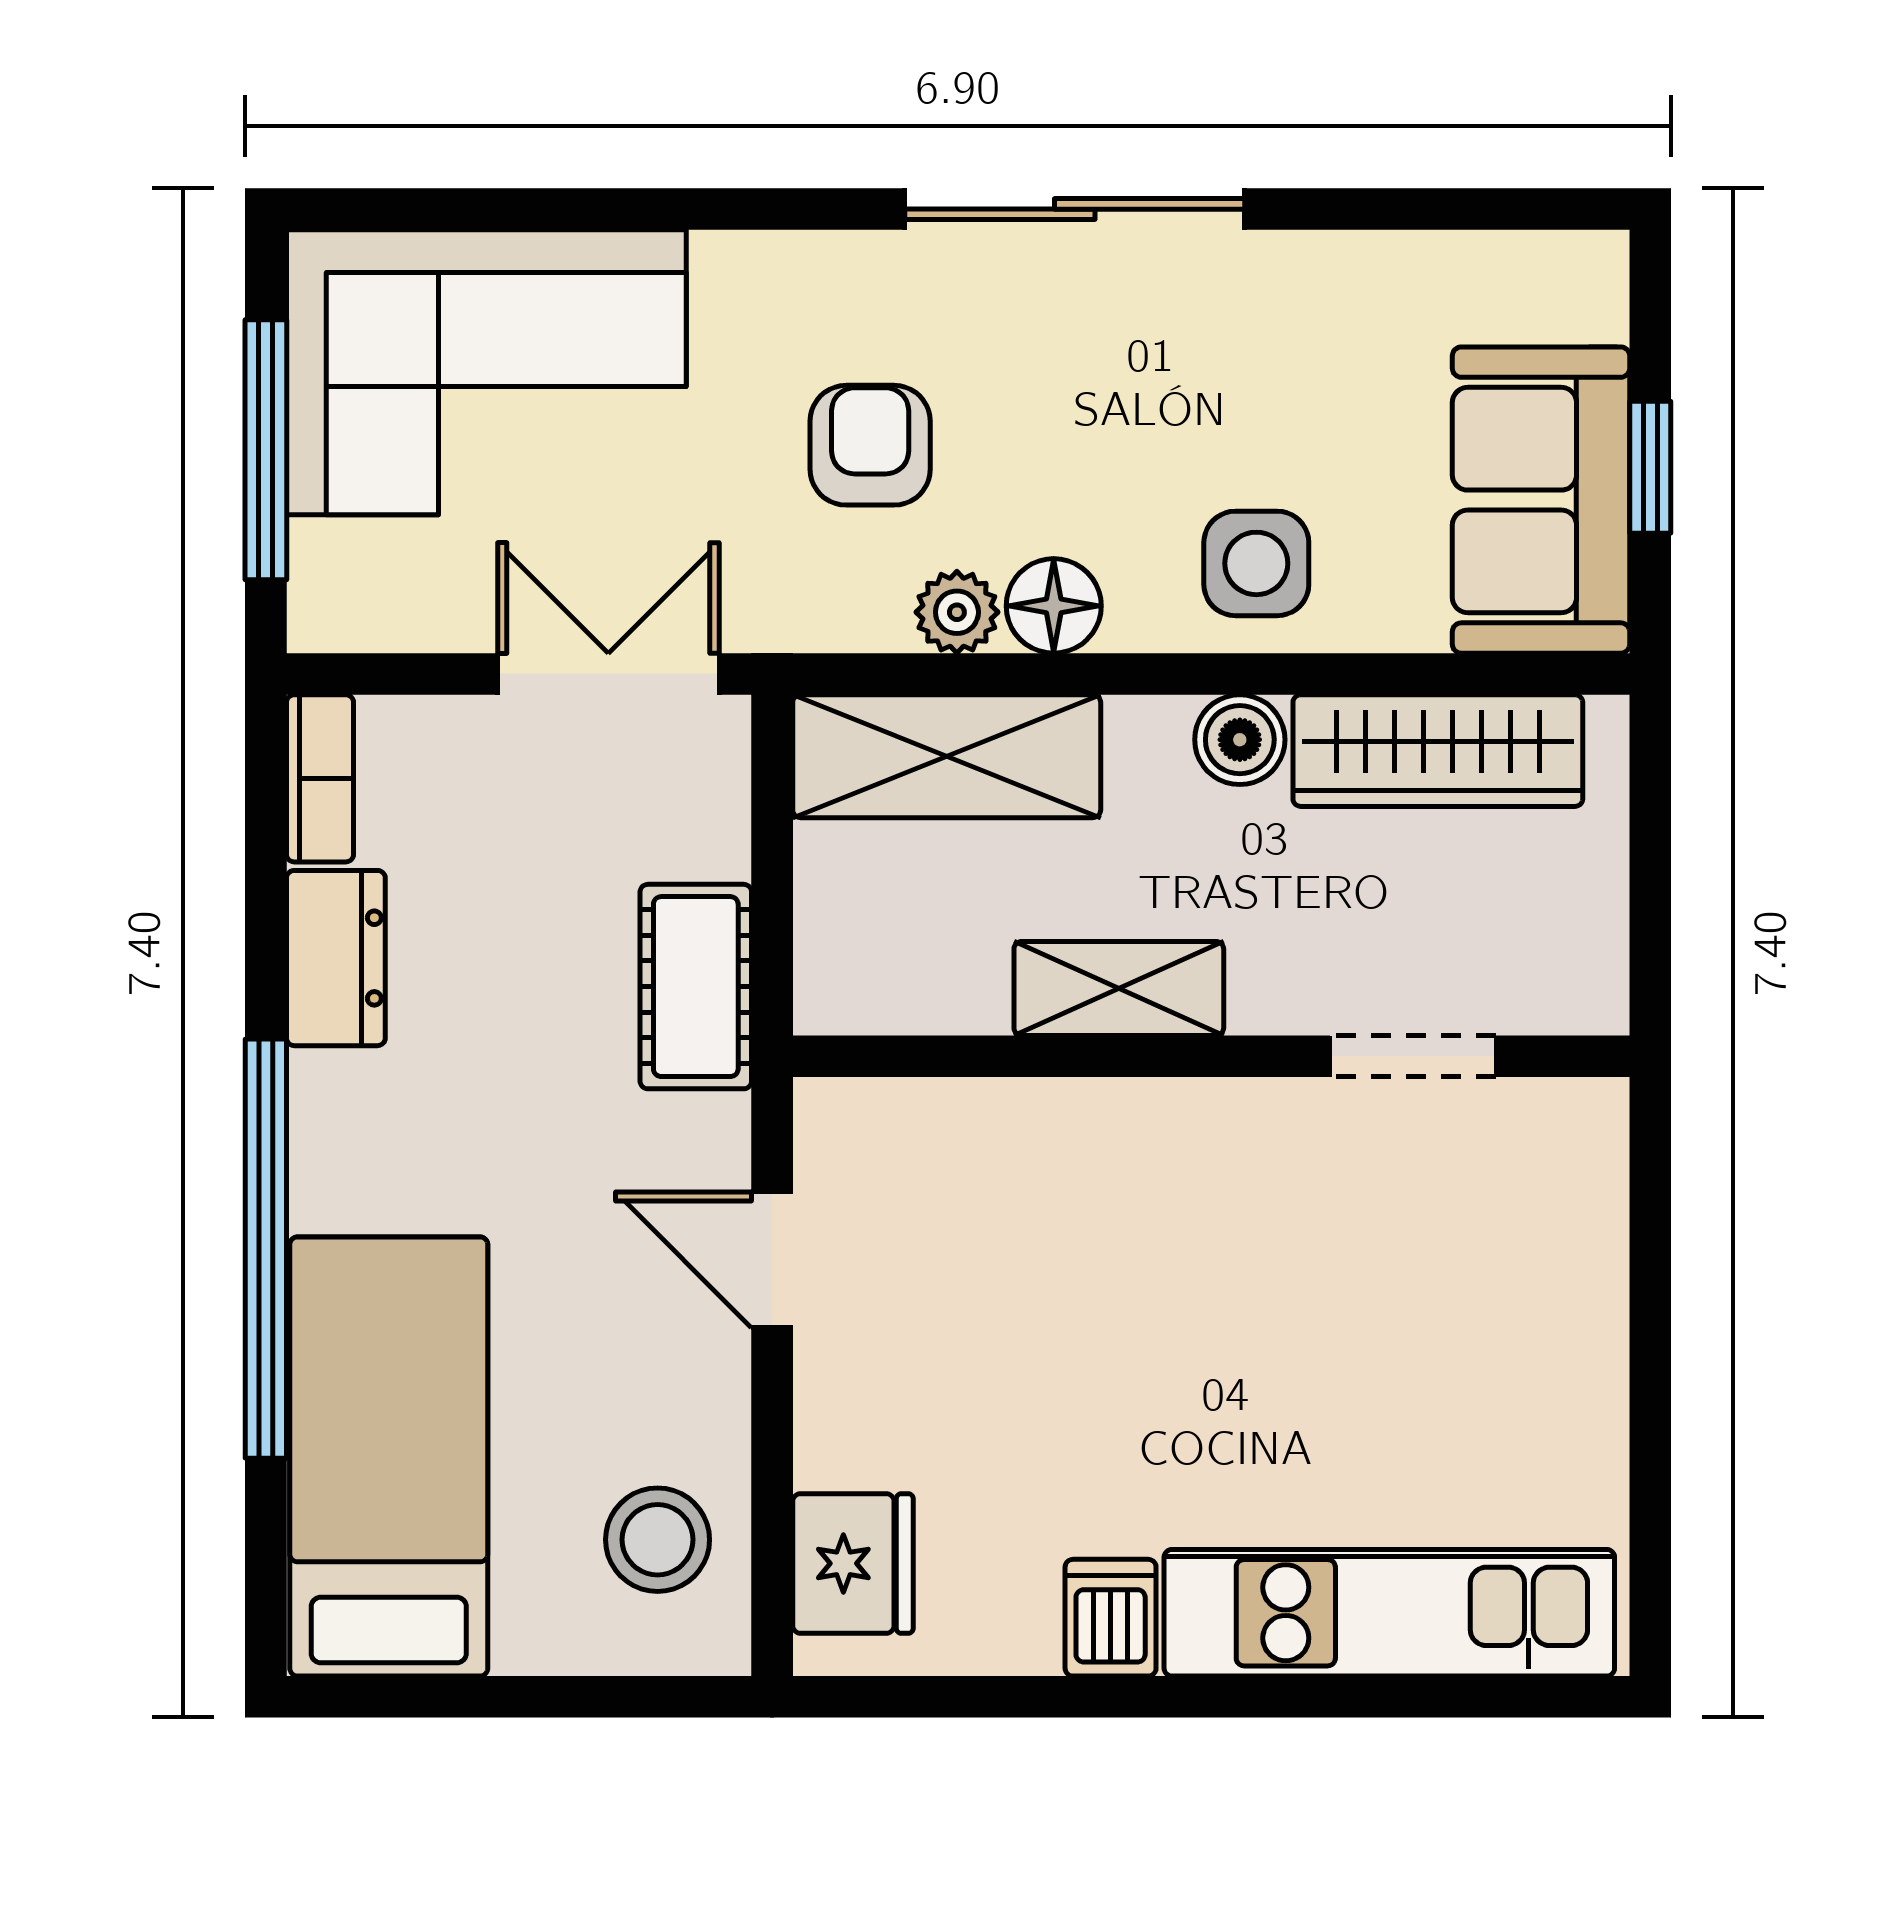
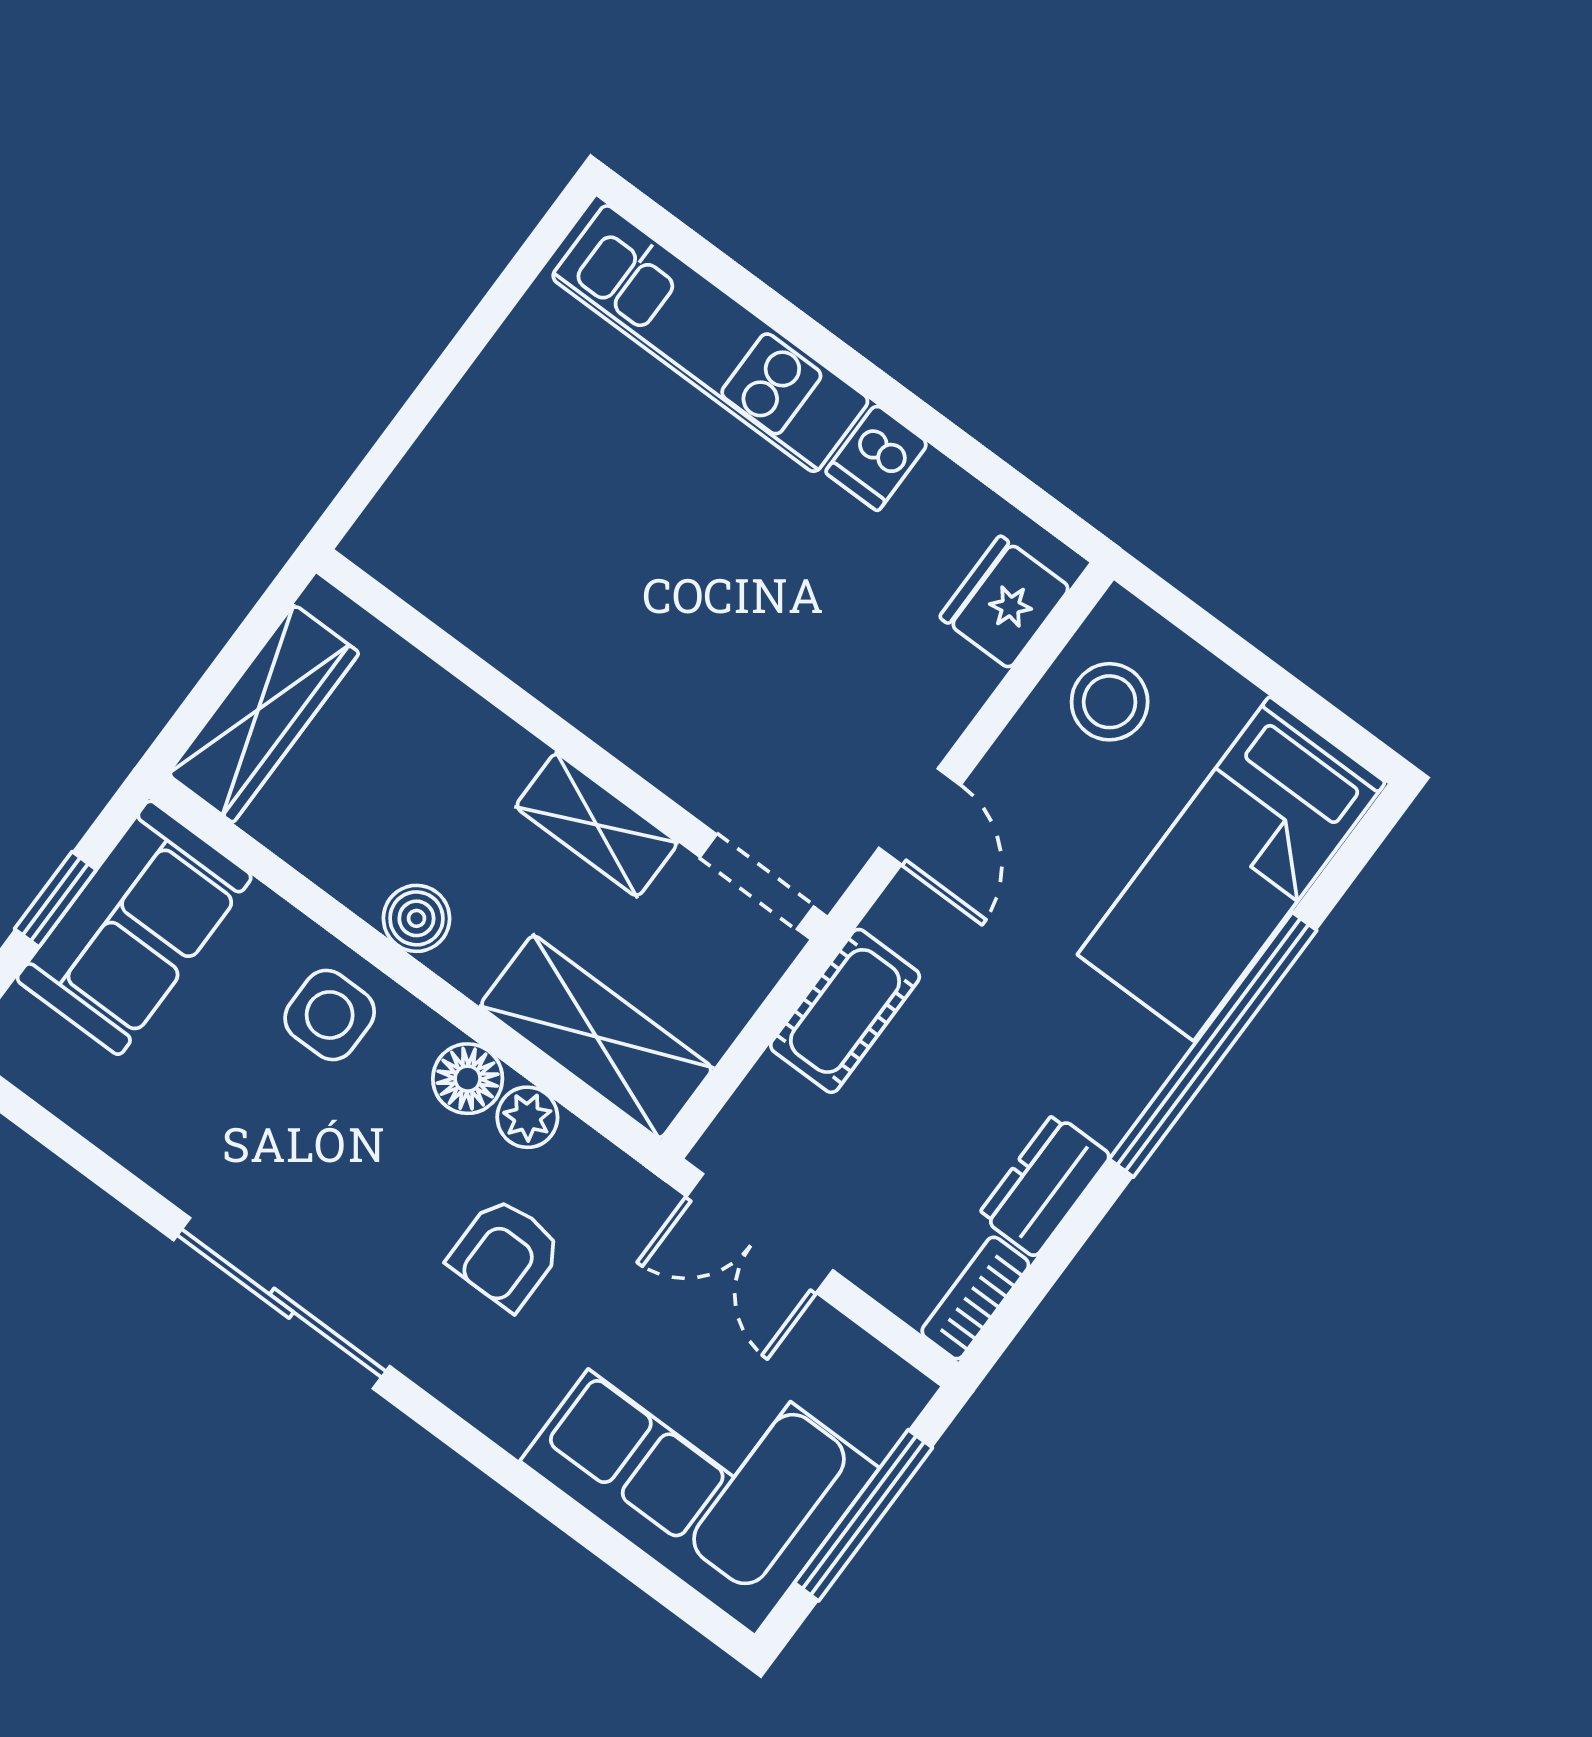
wardrobe: (1438, 751) -> (263, 714), moved, turned 90
doorway: (1413, 1056) -> (757, 882), moved

